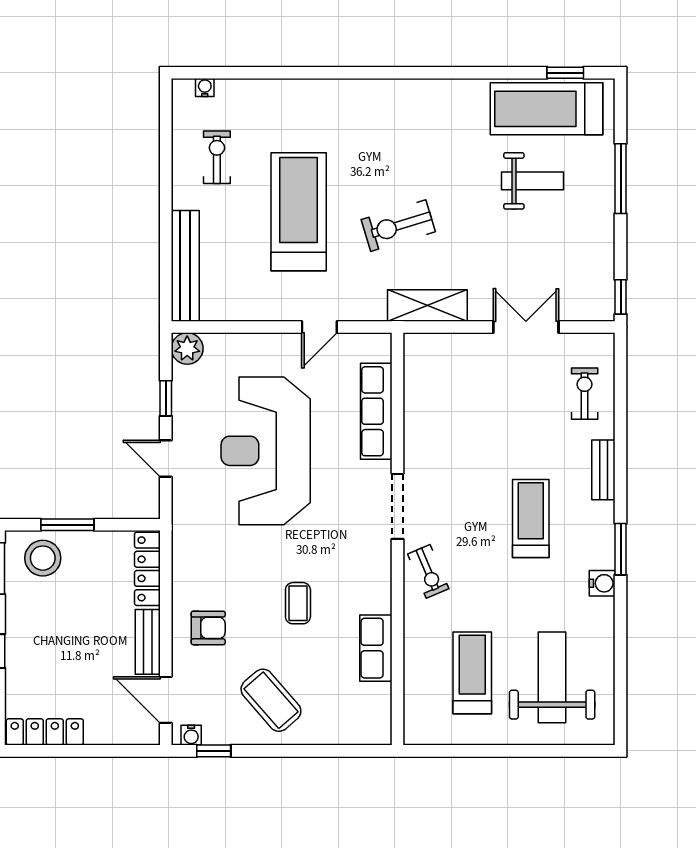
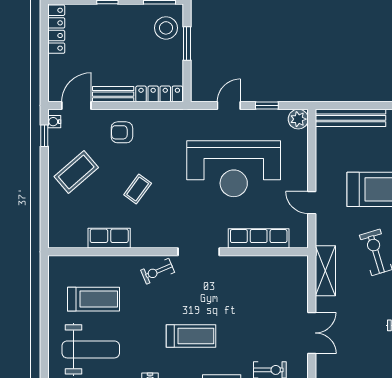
reception desk: (266, 451) -> (234, 169), turned 180
coffee table: (298, 603) -> (138, 189), turned -54
armchair: (208, 628) -> (122, 132), turned 90

